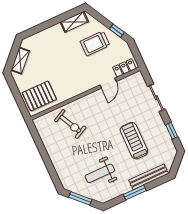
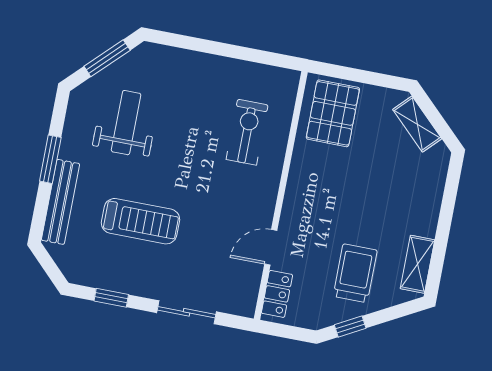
door: (108, 83) -> (271, 247), hinge flipped
exercise bike: (70, 124) -> (247, 132), turned 117

